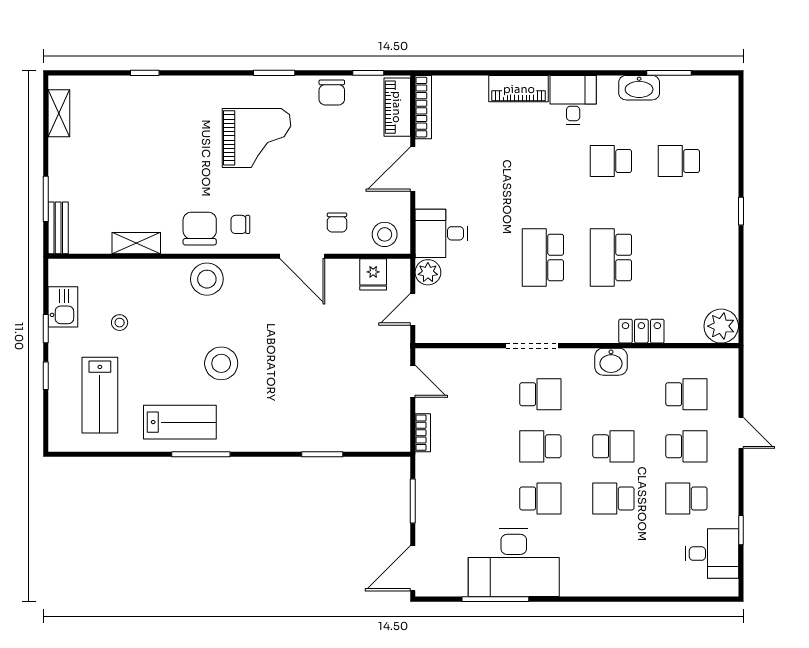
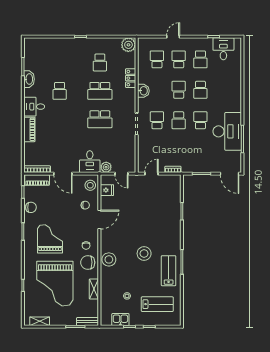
grand piano: (149, 150) -> (55, 284), added
school desk: (679, 161) -> (100, 62), moved

